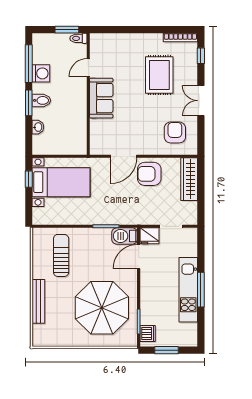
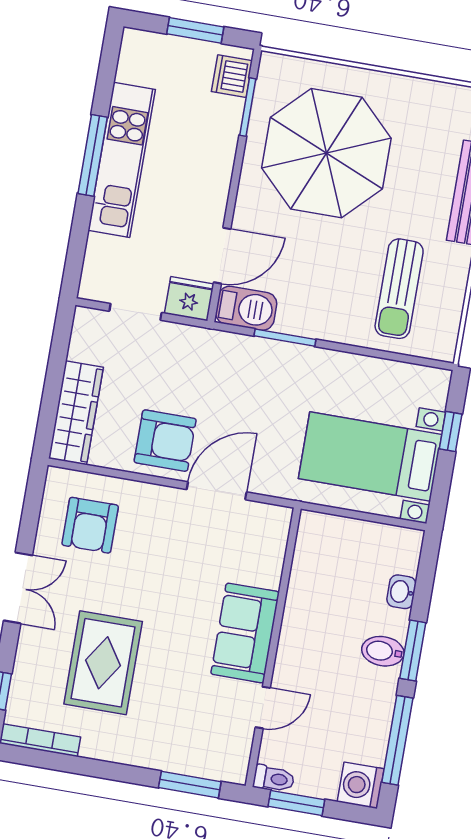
window: (114, 30) -> (190, 785), added
washing machine: (41, 73) -> (361, 785), moved
window: (29, 179) -> (451, 431), moved

